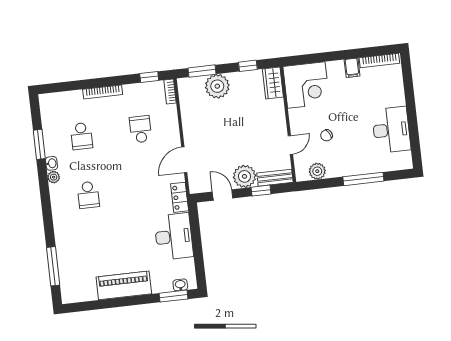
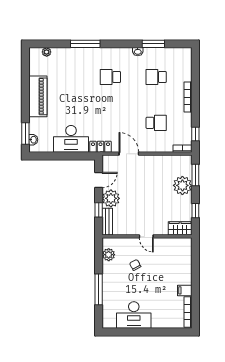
corner desk: (306, 85) -> (176, 254), removed
door: (290, 145) -> (146, 236), moved
plant: (54, 177) -> (47, 52), moved
window: (53, 266) -> (85, 44), moved

